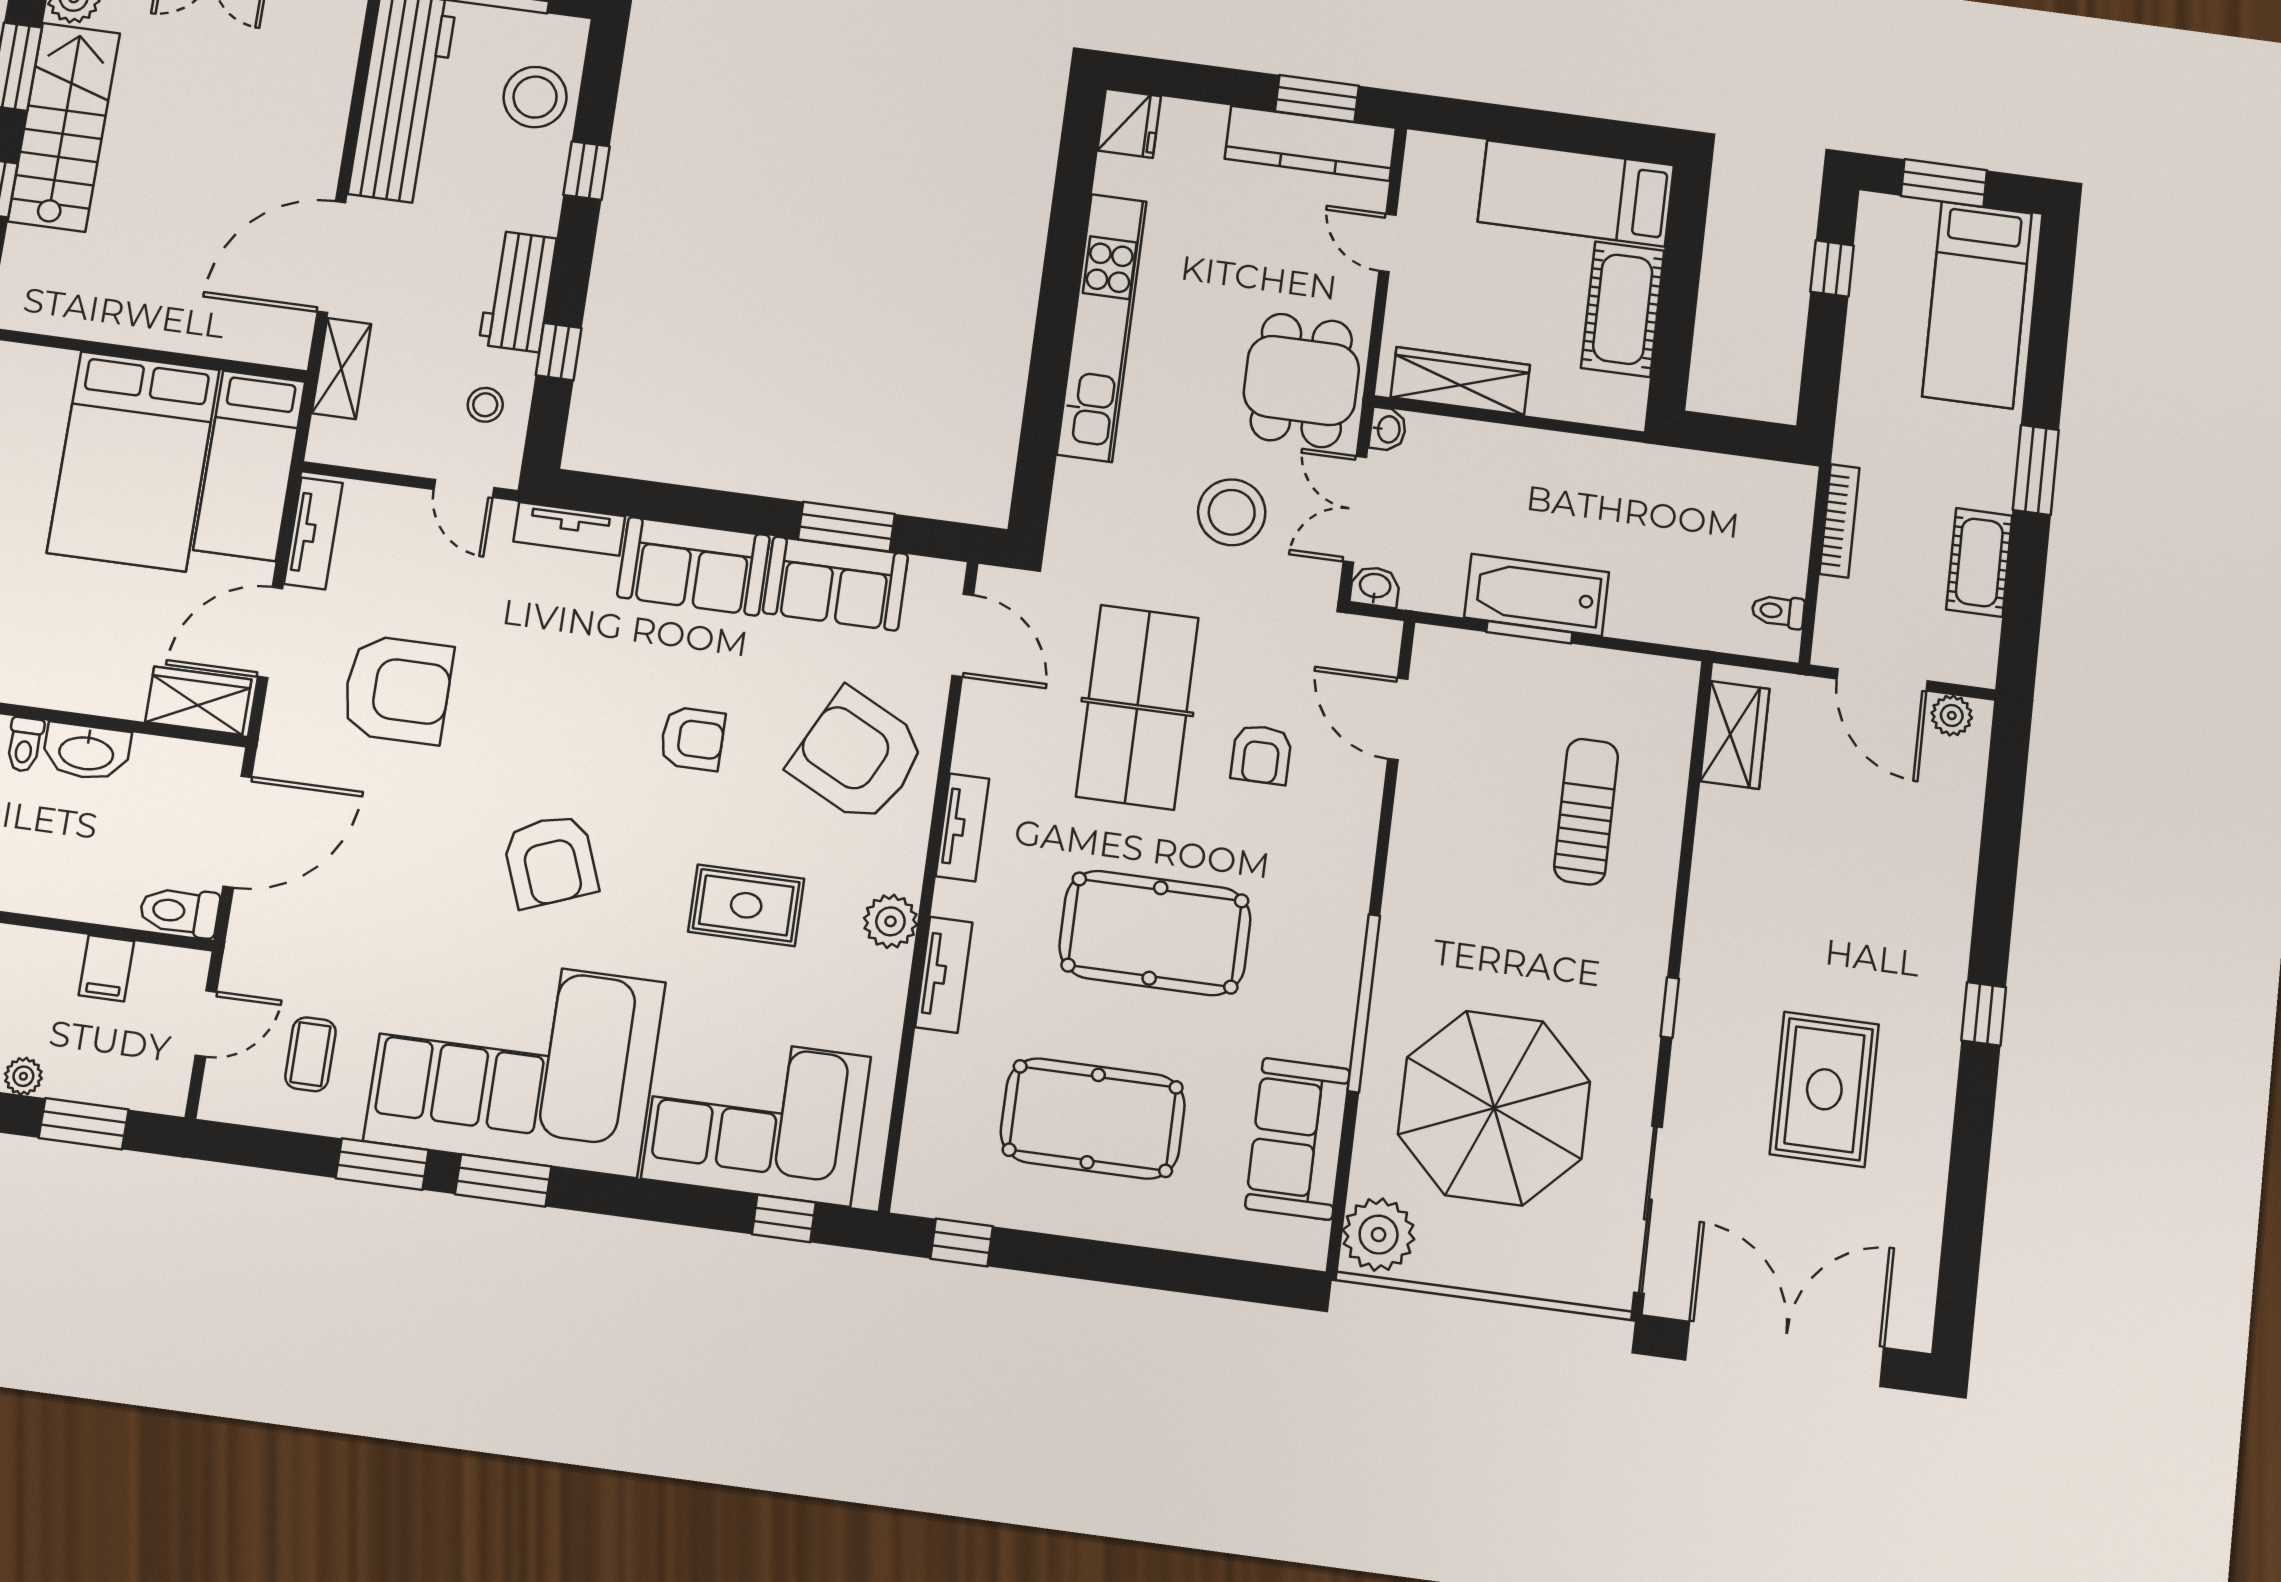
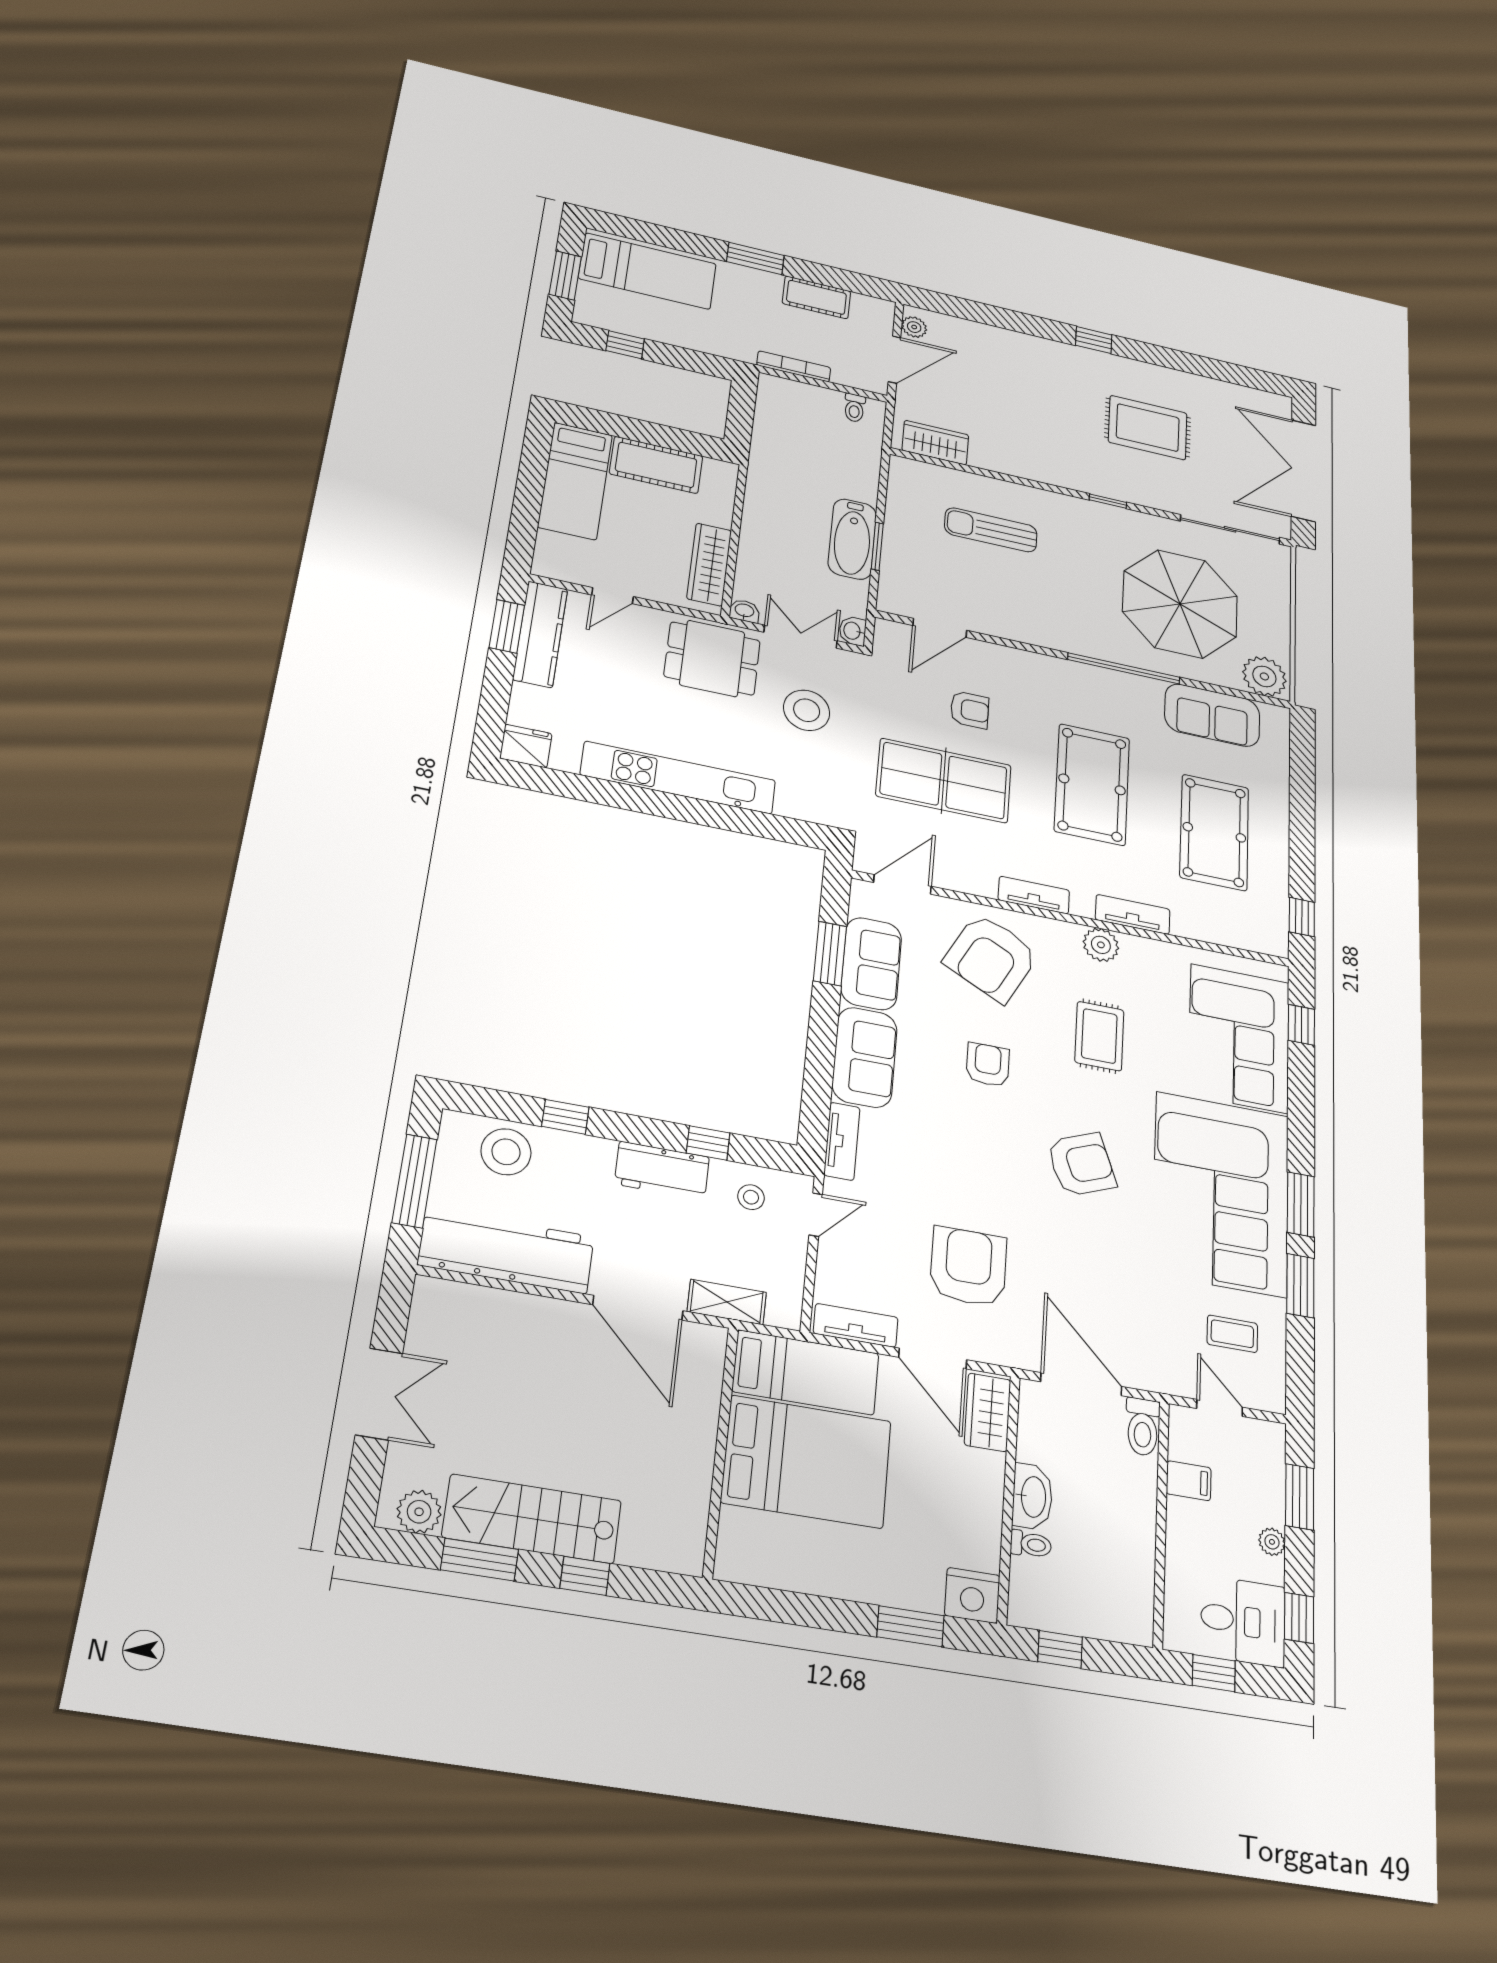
double door: (1355, 509) -> (801, 637), swing flipped

